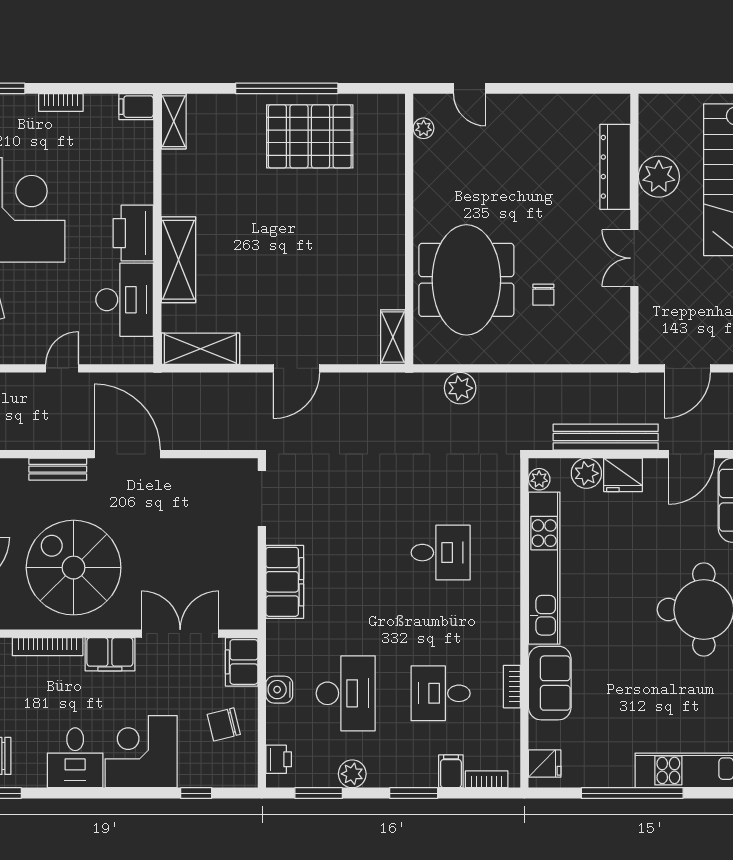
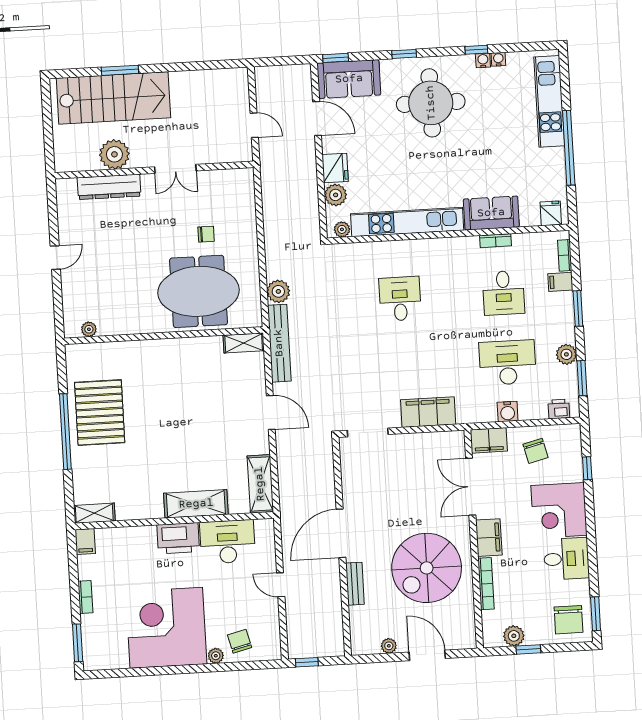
door: (470, 88) -> (55, 258), moved
door: (687, 368) -> (254, 125), width x0.73
bench: (606, 437) -> (279, 343), moved

